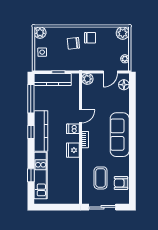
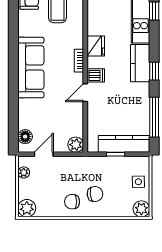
kitchen counter: (41, 131) -> (140, 63), width x0.67

